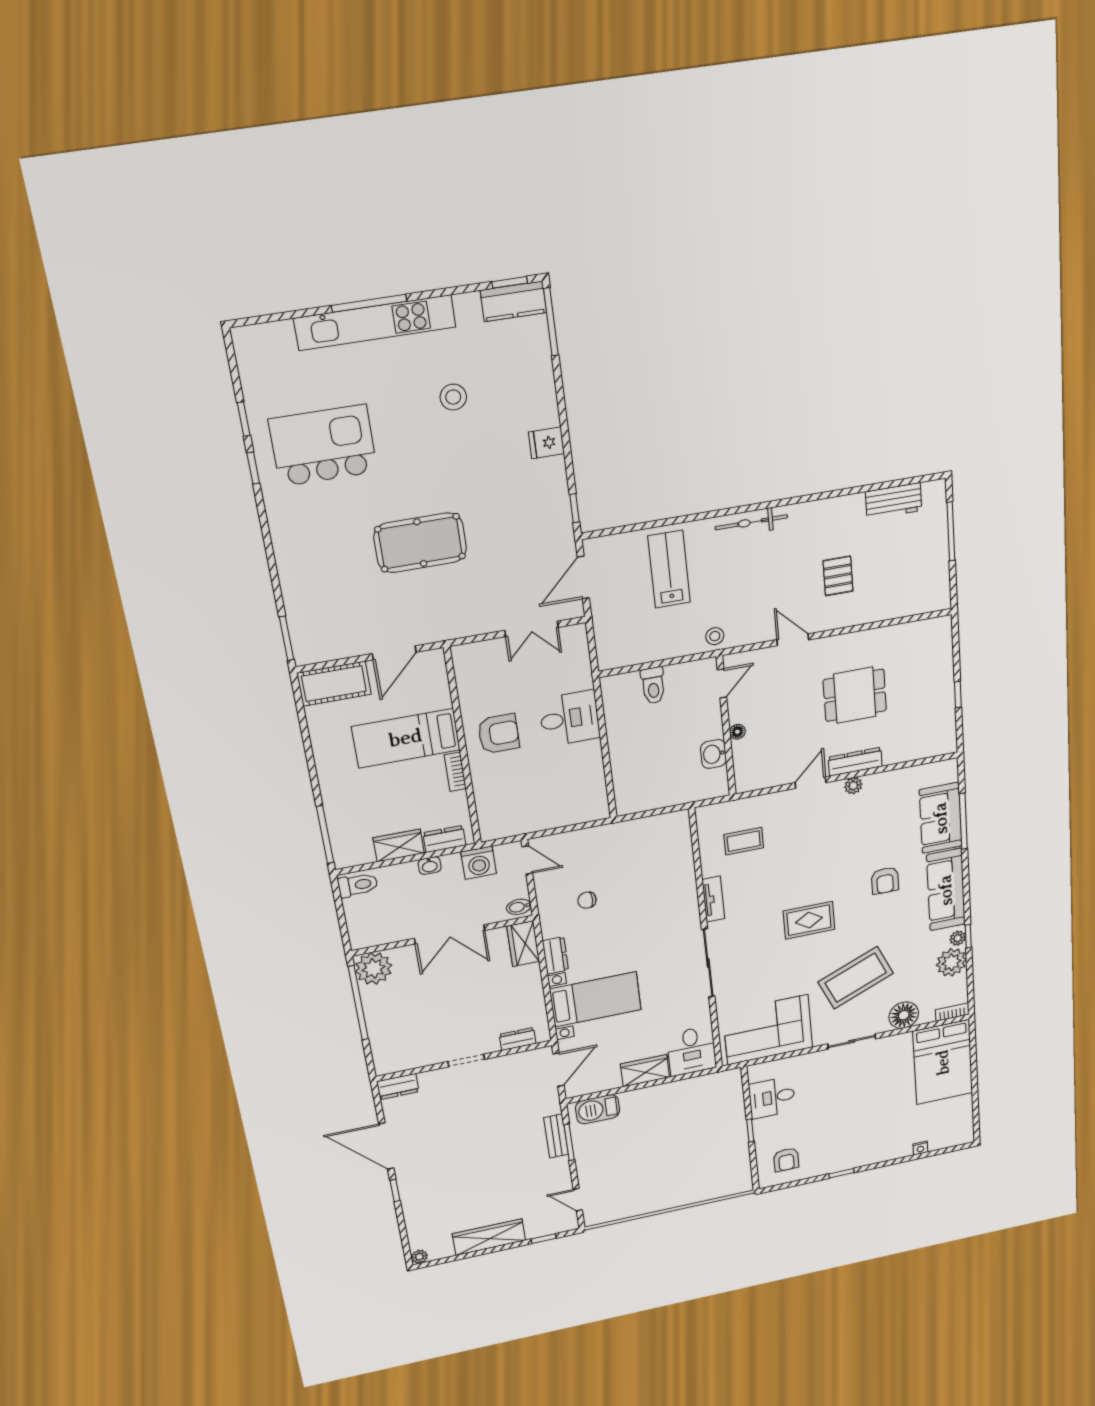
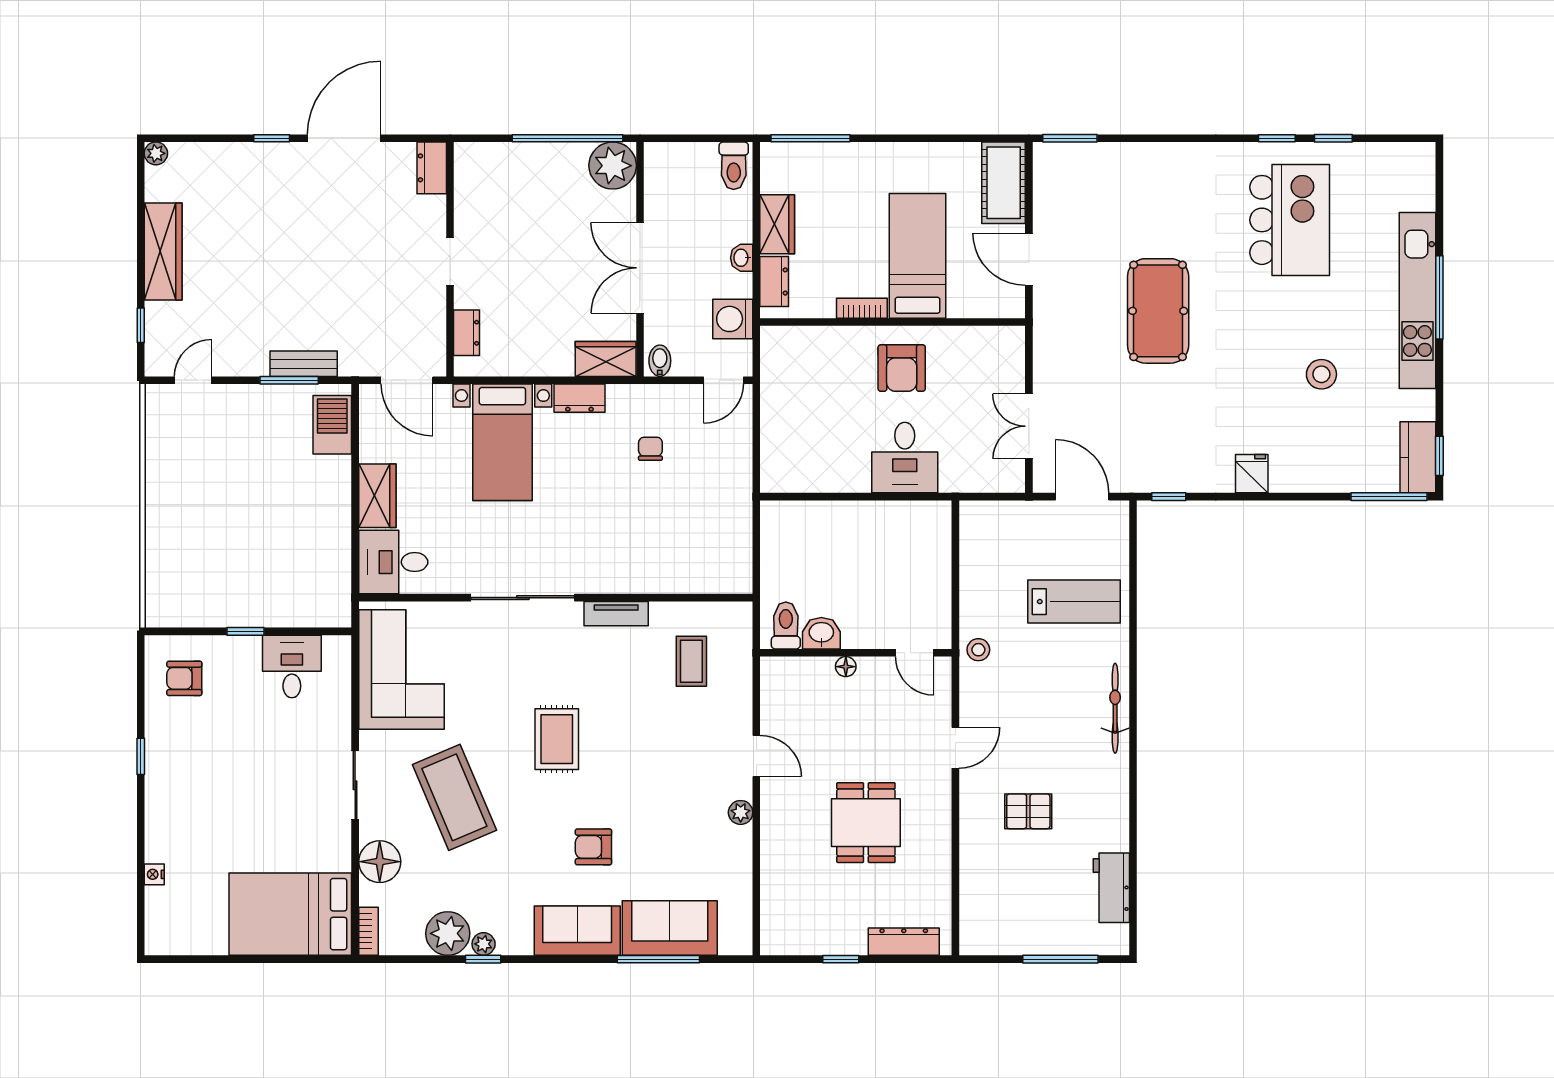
toilet: (653, 686) -> (786, 626), moved, turned 90
dresser: (855, 762) -> (904, 942), moved, turned -90
sofa: (946, 890) -> (577, 931), width x0.73

